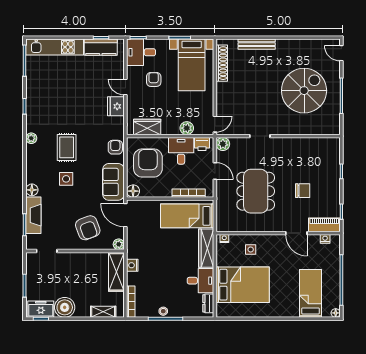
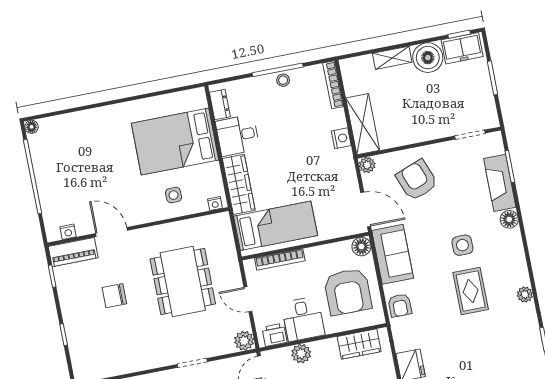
bed: (310, 293) -> (74, 148), removed
shelving: (103, 312) -> (392, 58), moved

